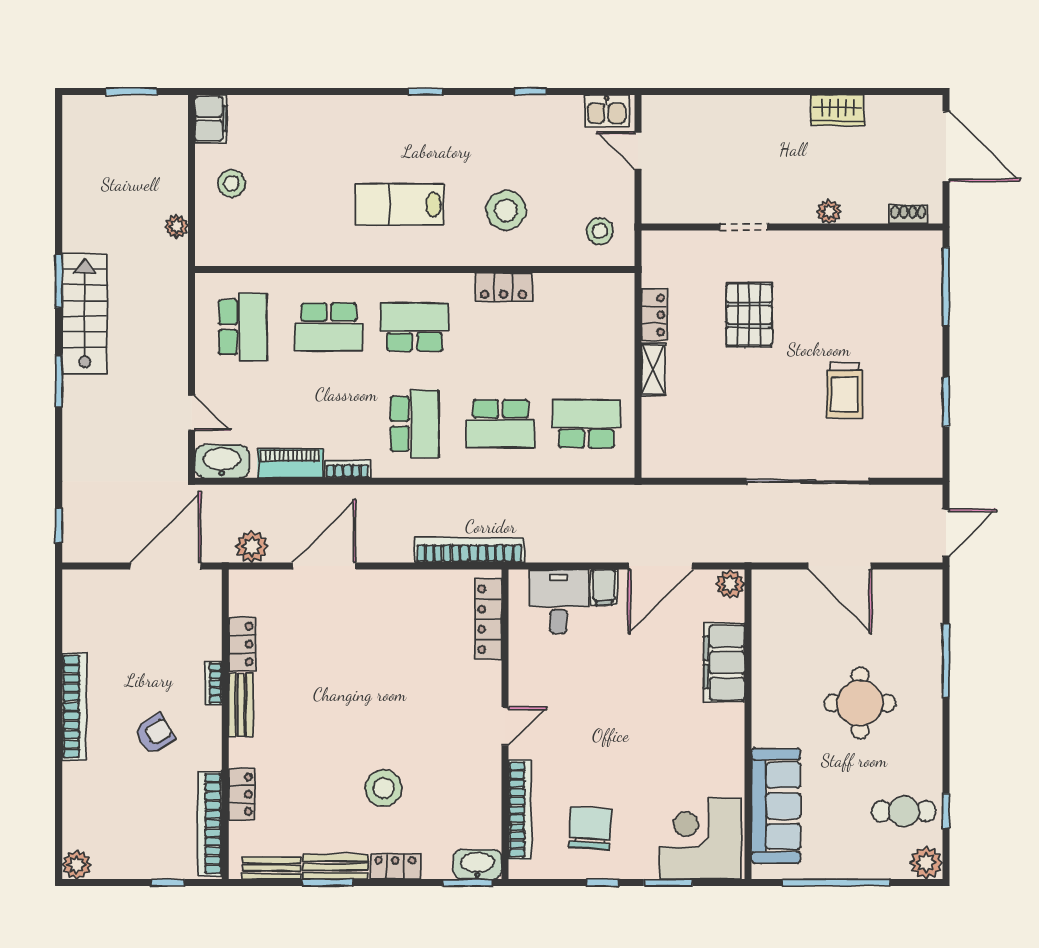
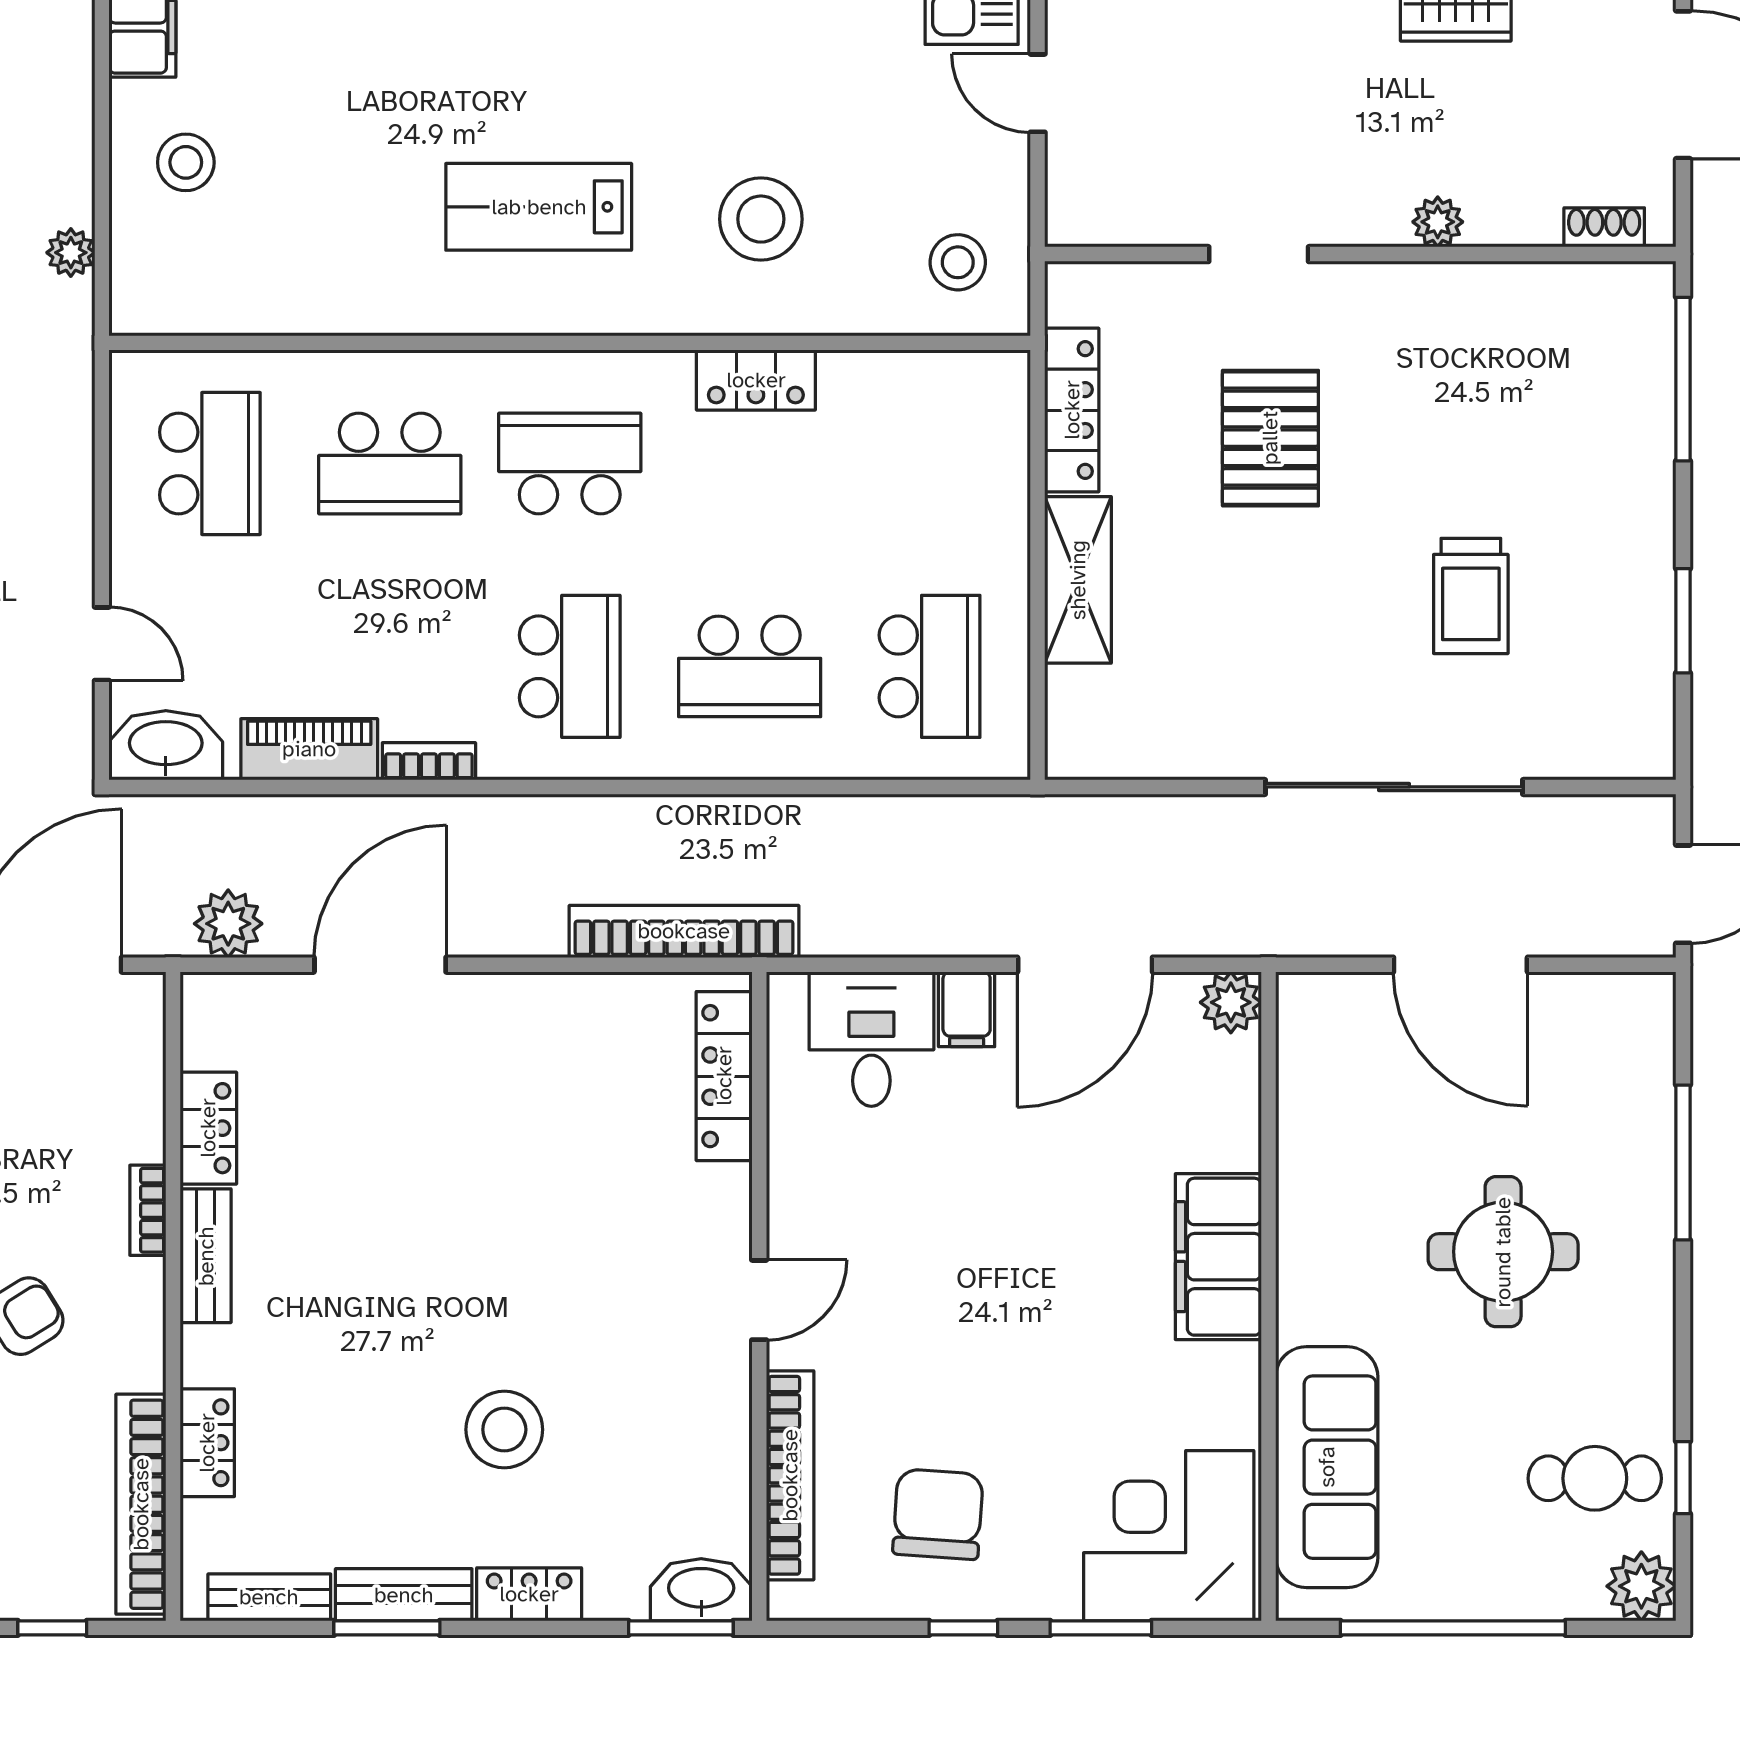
locker: (654, 315) -> (1072, 410), width x1.53
shelving: (653, 369) -> (1078, 580), width x1.50, depth x1.33
school desk: (586, 424) -> (930, 666), turned 90
filing cabinet: (724, 663) -> (1218, 1257), moved

